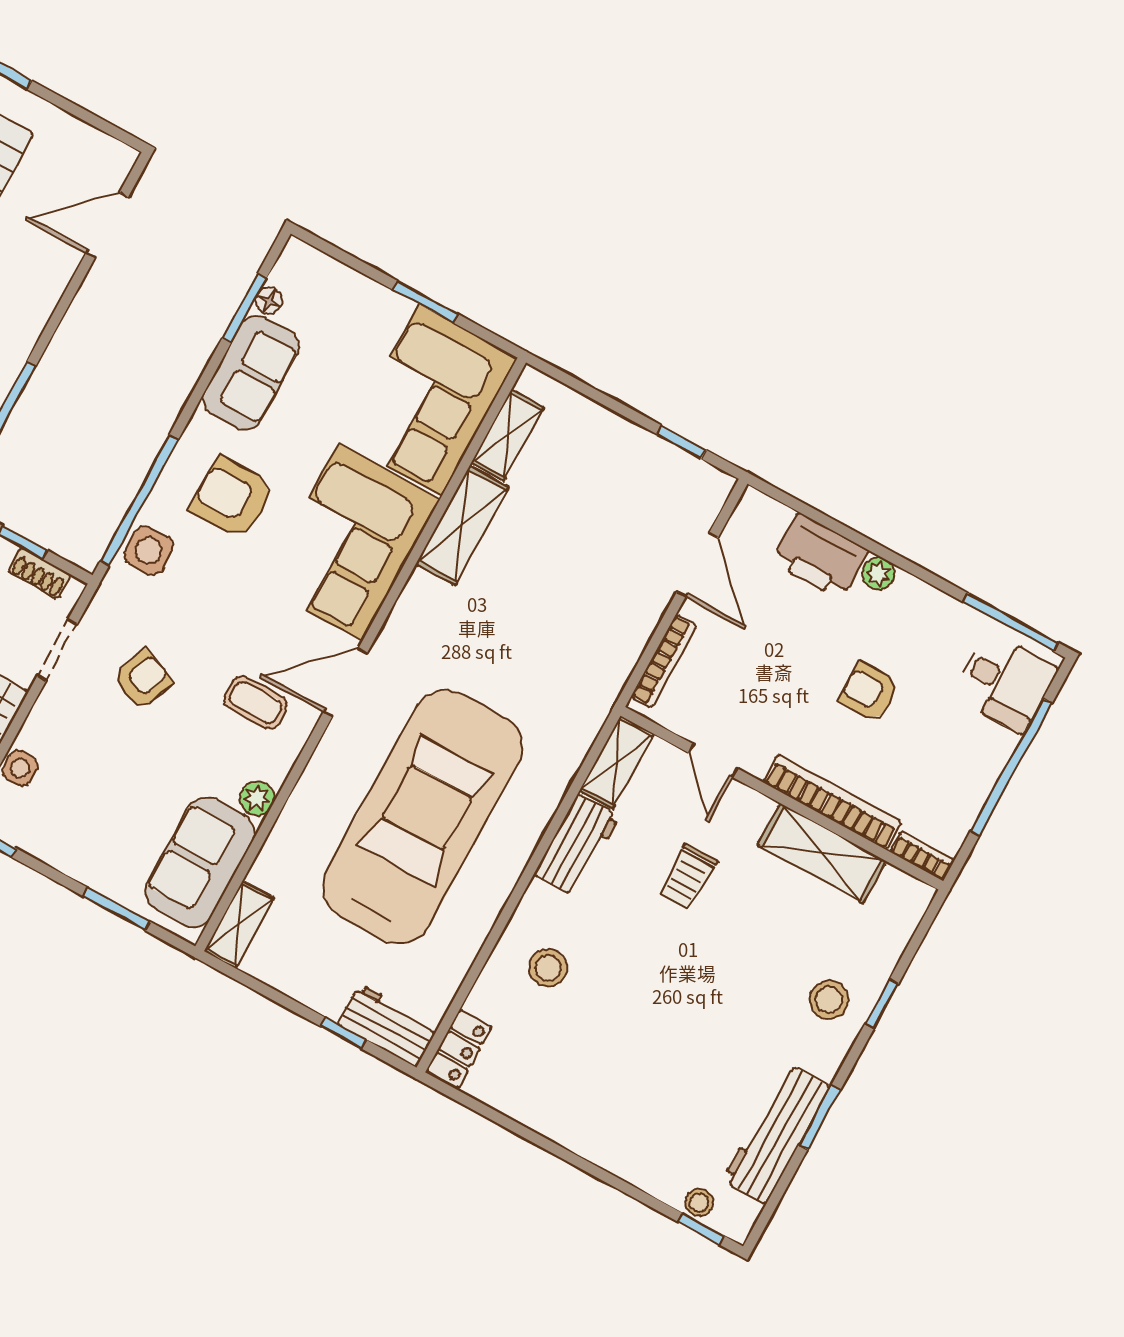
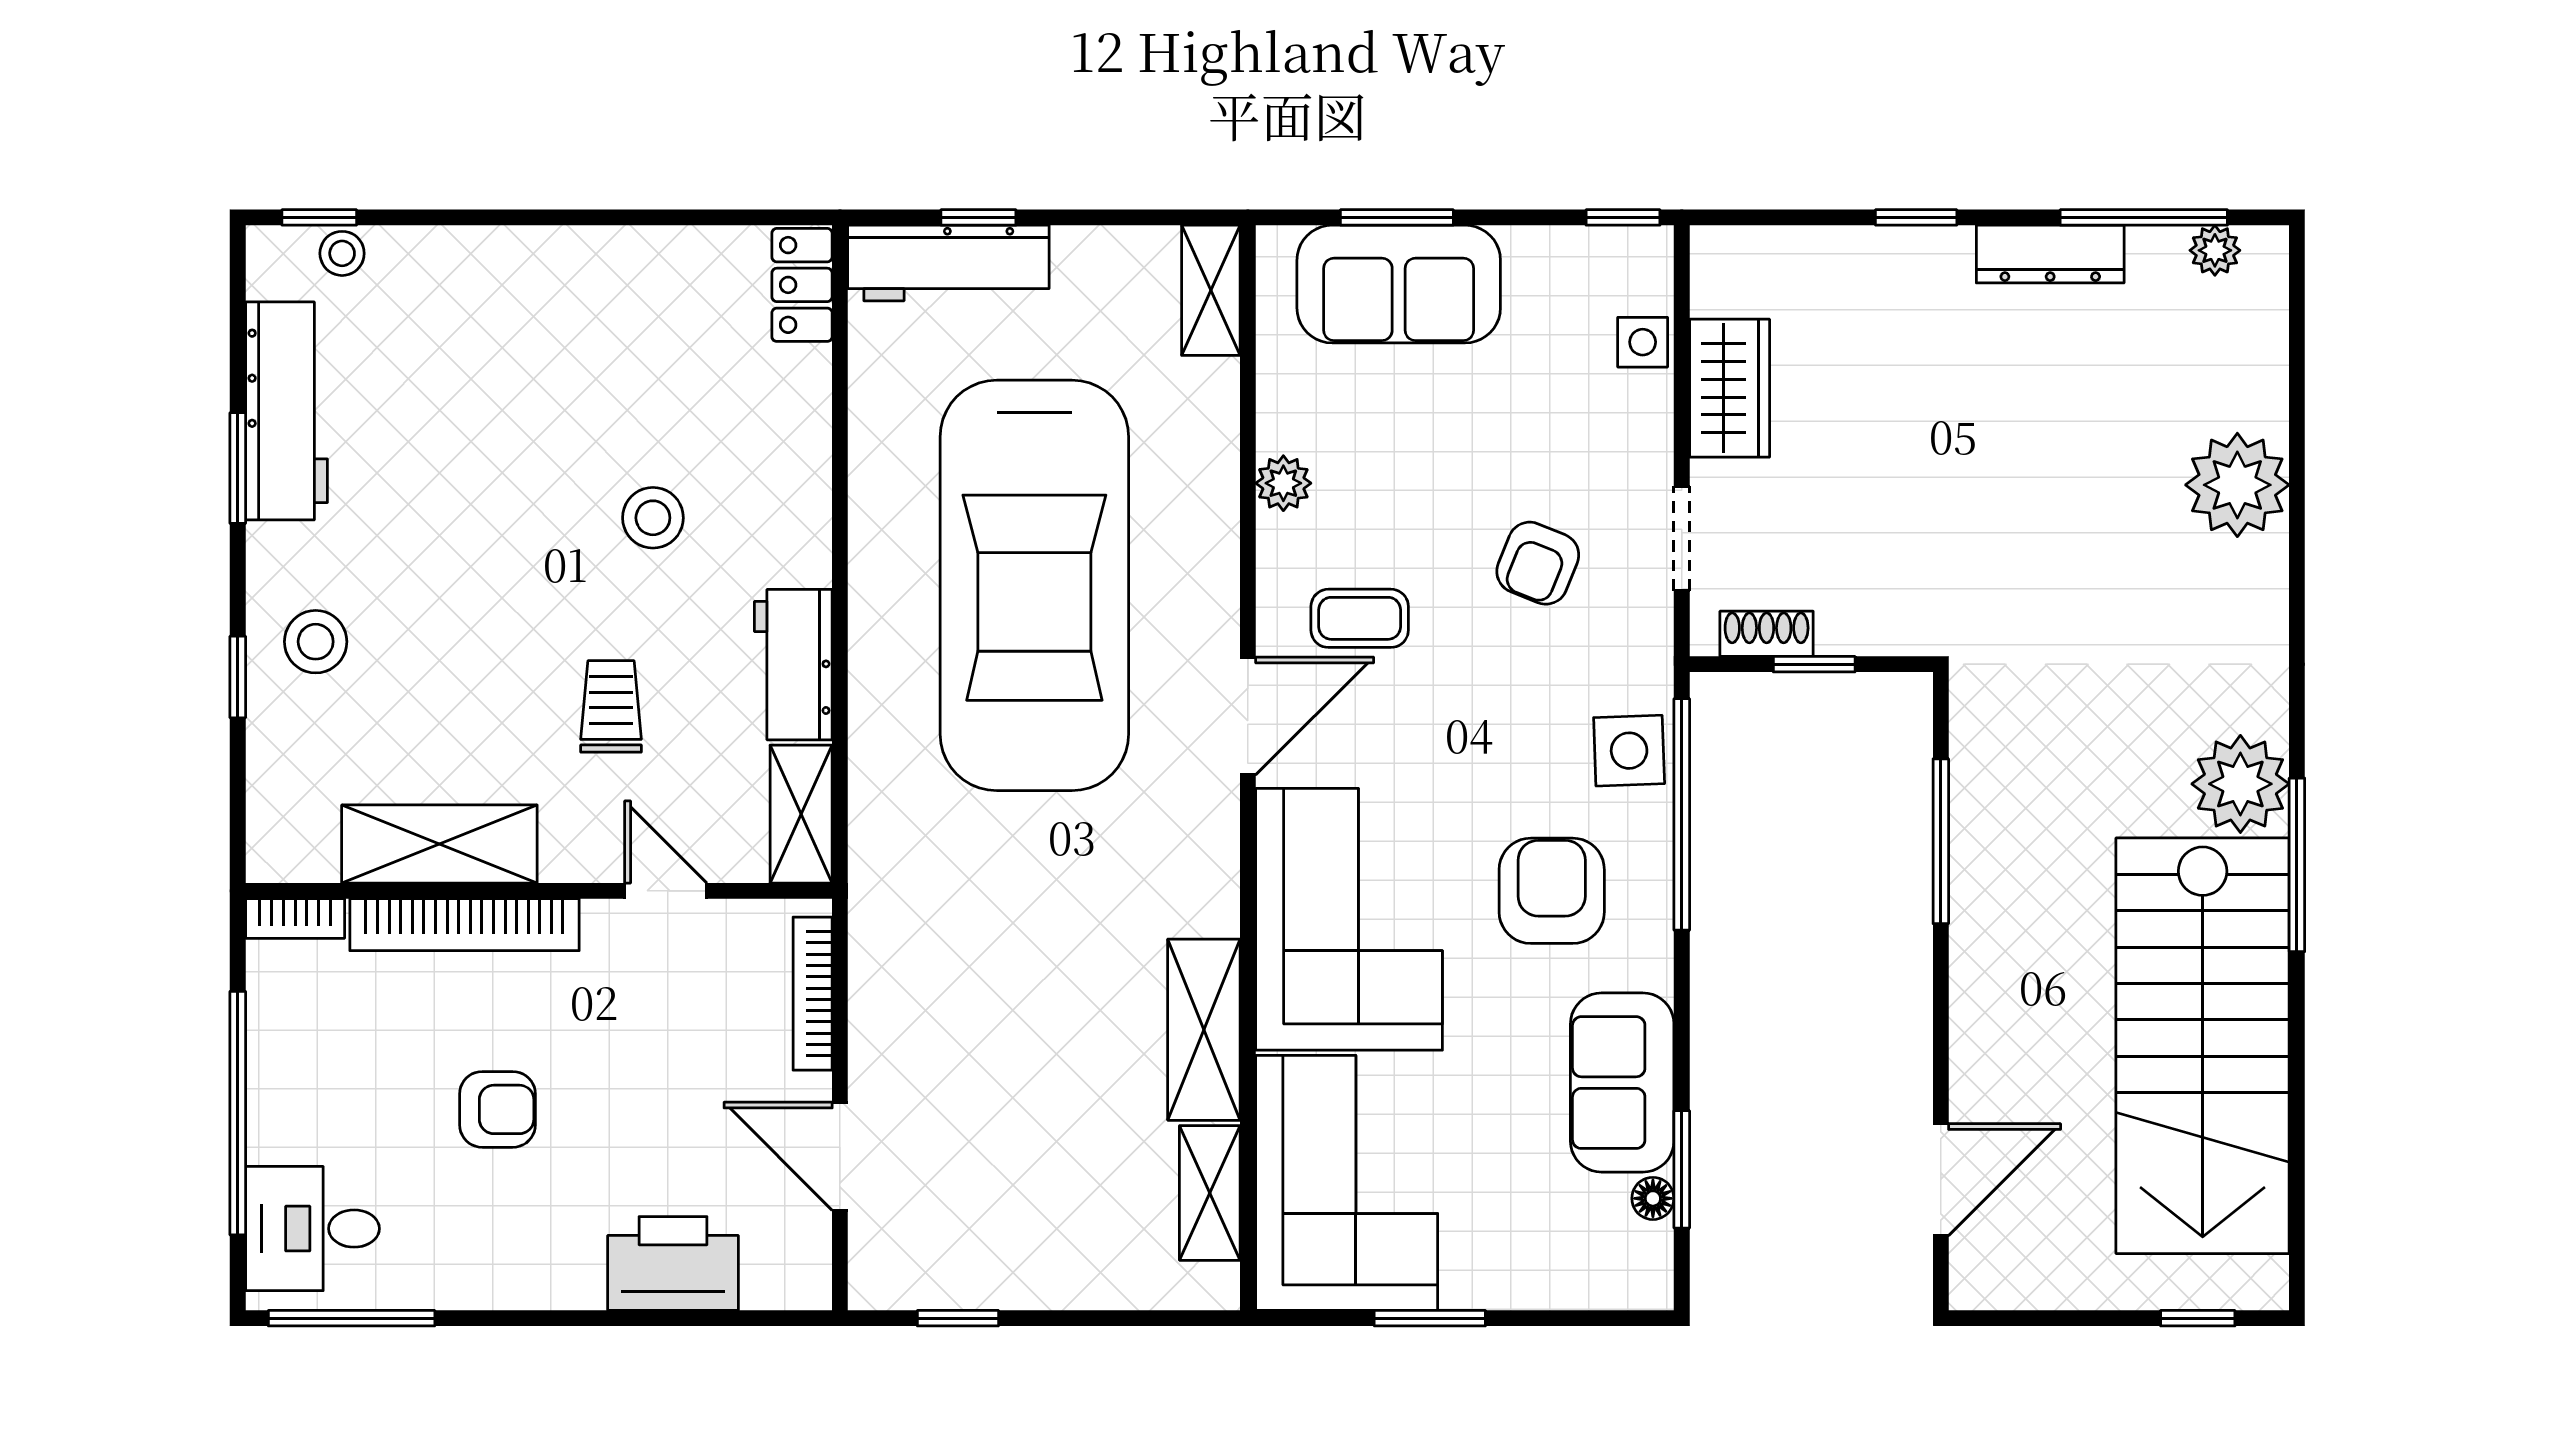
armchair: (232, 497) -> (1552, 891), turned -90
plant: (878, 573) -> (577, 1285), removed
sofa: (200, 862) -> (1399, 284), moved, turned 90
stool: (548, 968) -> (653, 518), moved
workbench: (388, 1025) -> (948, 263), width x1.38

